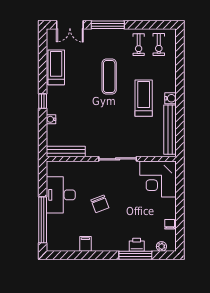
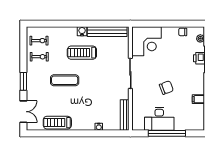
window: (108, 25) -> (23, 81), width x0.69
window: (43, 101) -> (84, 133), removed
window: (43, 220) -> (167, 133), moved

